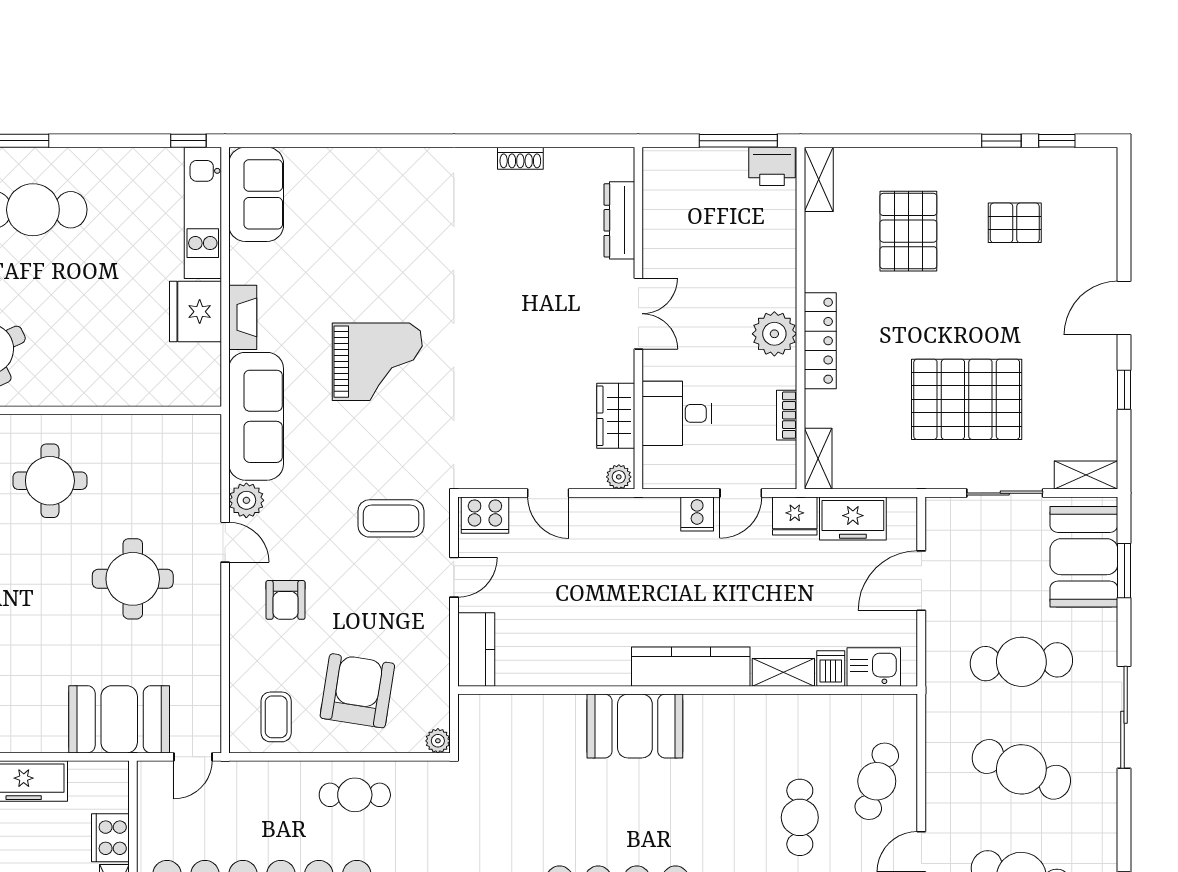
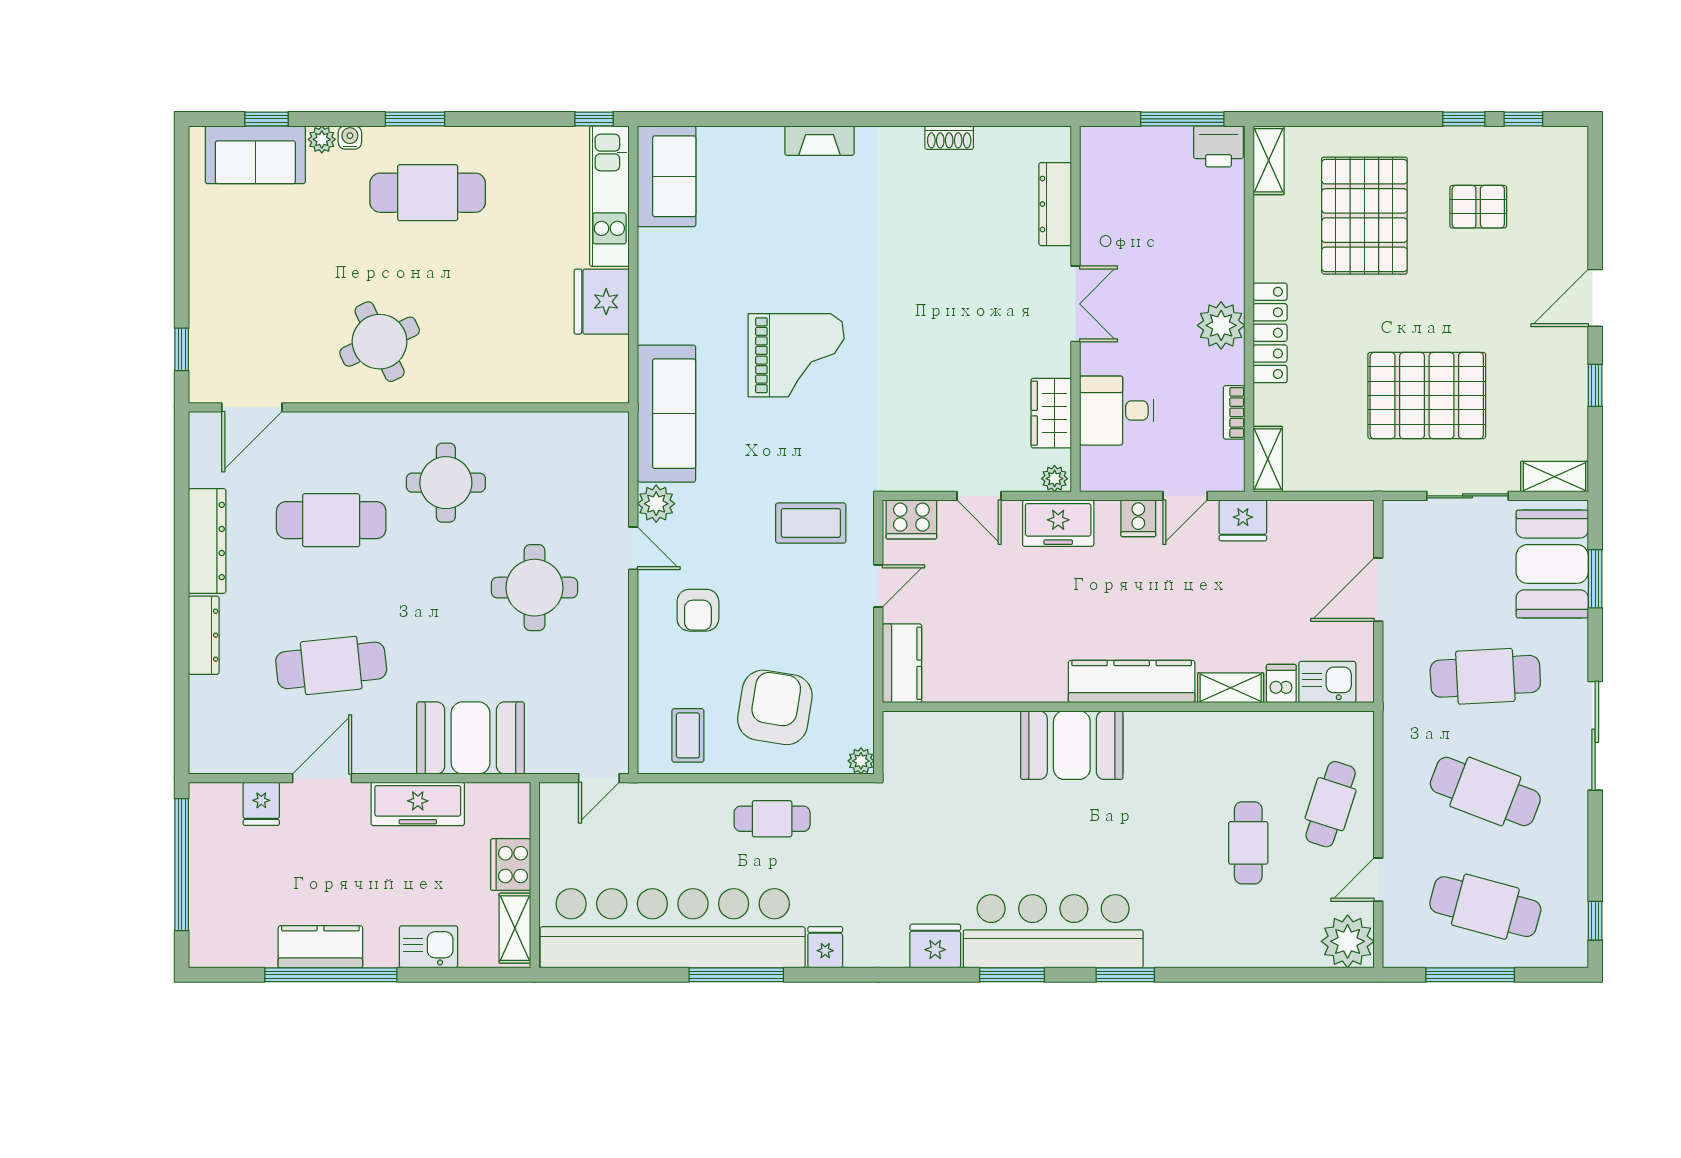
pallet: (908, 231) -> (1364, 216), width x1.37, depth x1.41
fireplace: (243, 317) -> (820, 141), moved, turned 90
freezer: (853, 519) -> (1058, 523), moved
booth: (119, 719) -> (471, 738), moved

